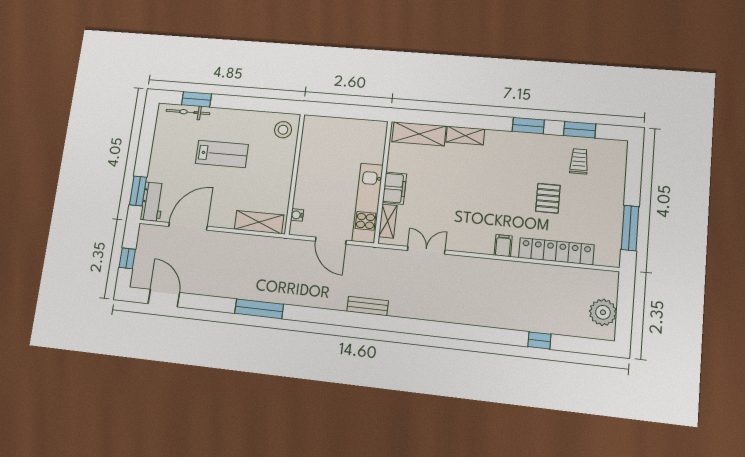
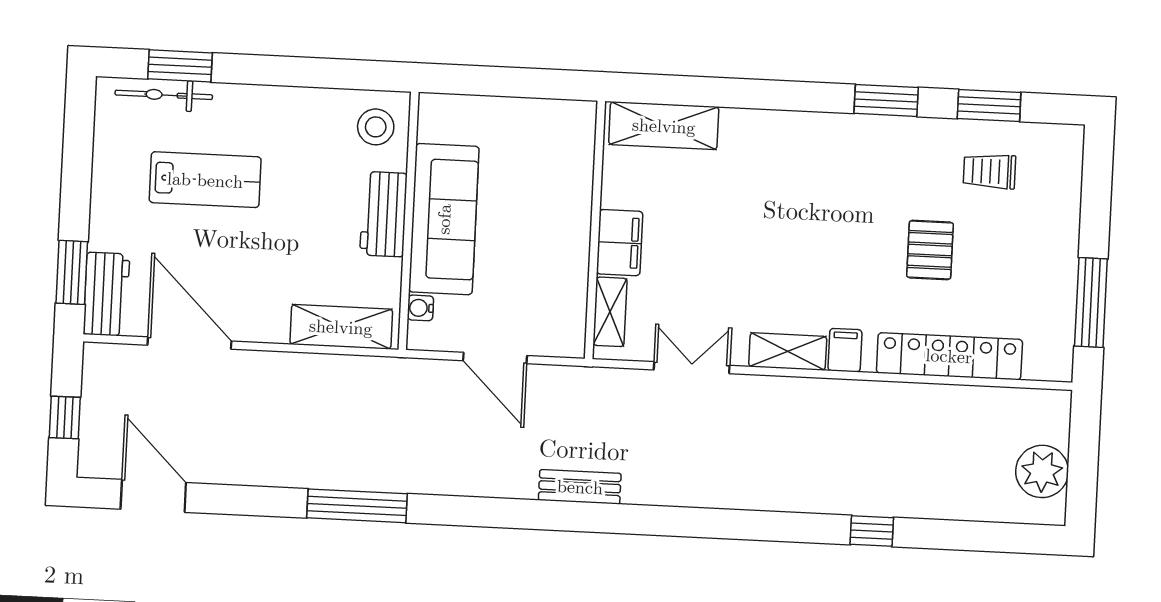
shelving: (465, 135) -> (788, 352), moved
lab bench: (222, 154) -> (205, 180), moved
trolley: (579, 161) -> (989, 171), turned -90
workbench: (283, 170) -> (384, 214), added
sofa: (311, 174) -> (444, 219), added
kitchen unit: (368, 203) -> (566, 276), removed
door: (188, 226) -> (190, 343), hinge flipped
window: (539, 340) -> (872, 531), moved

